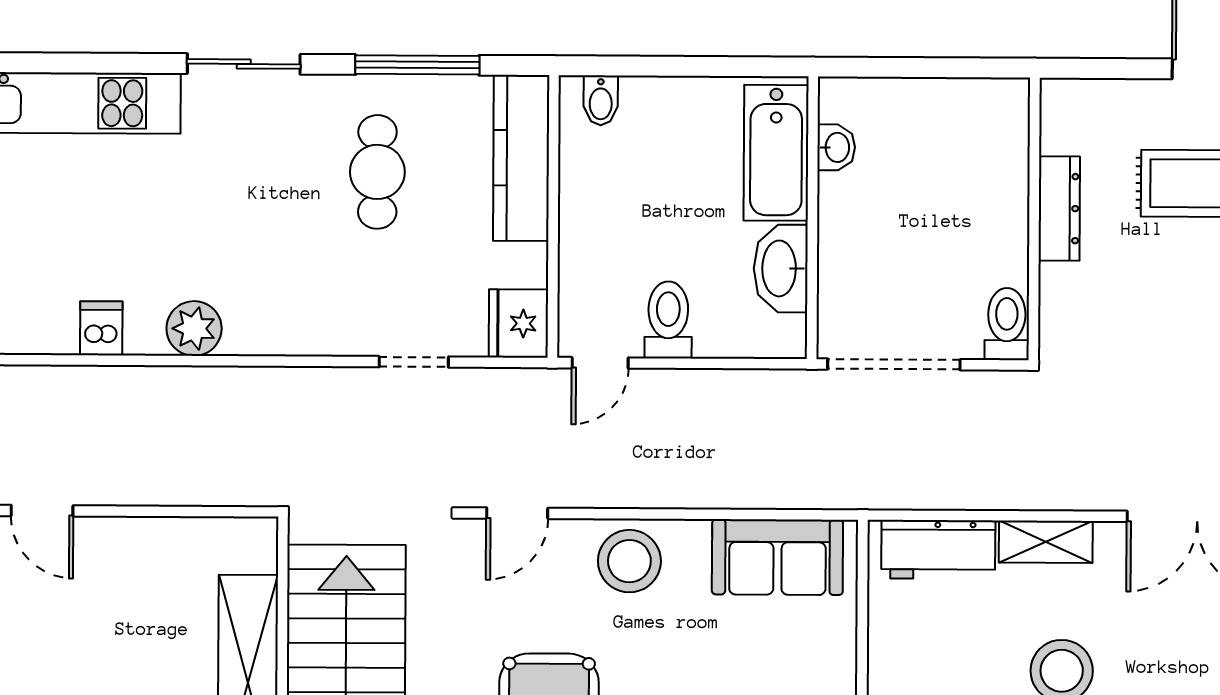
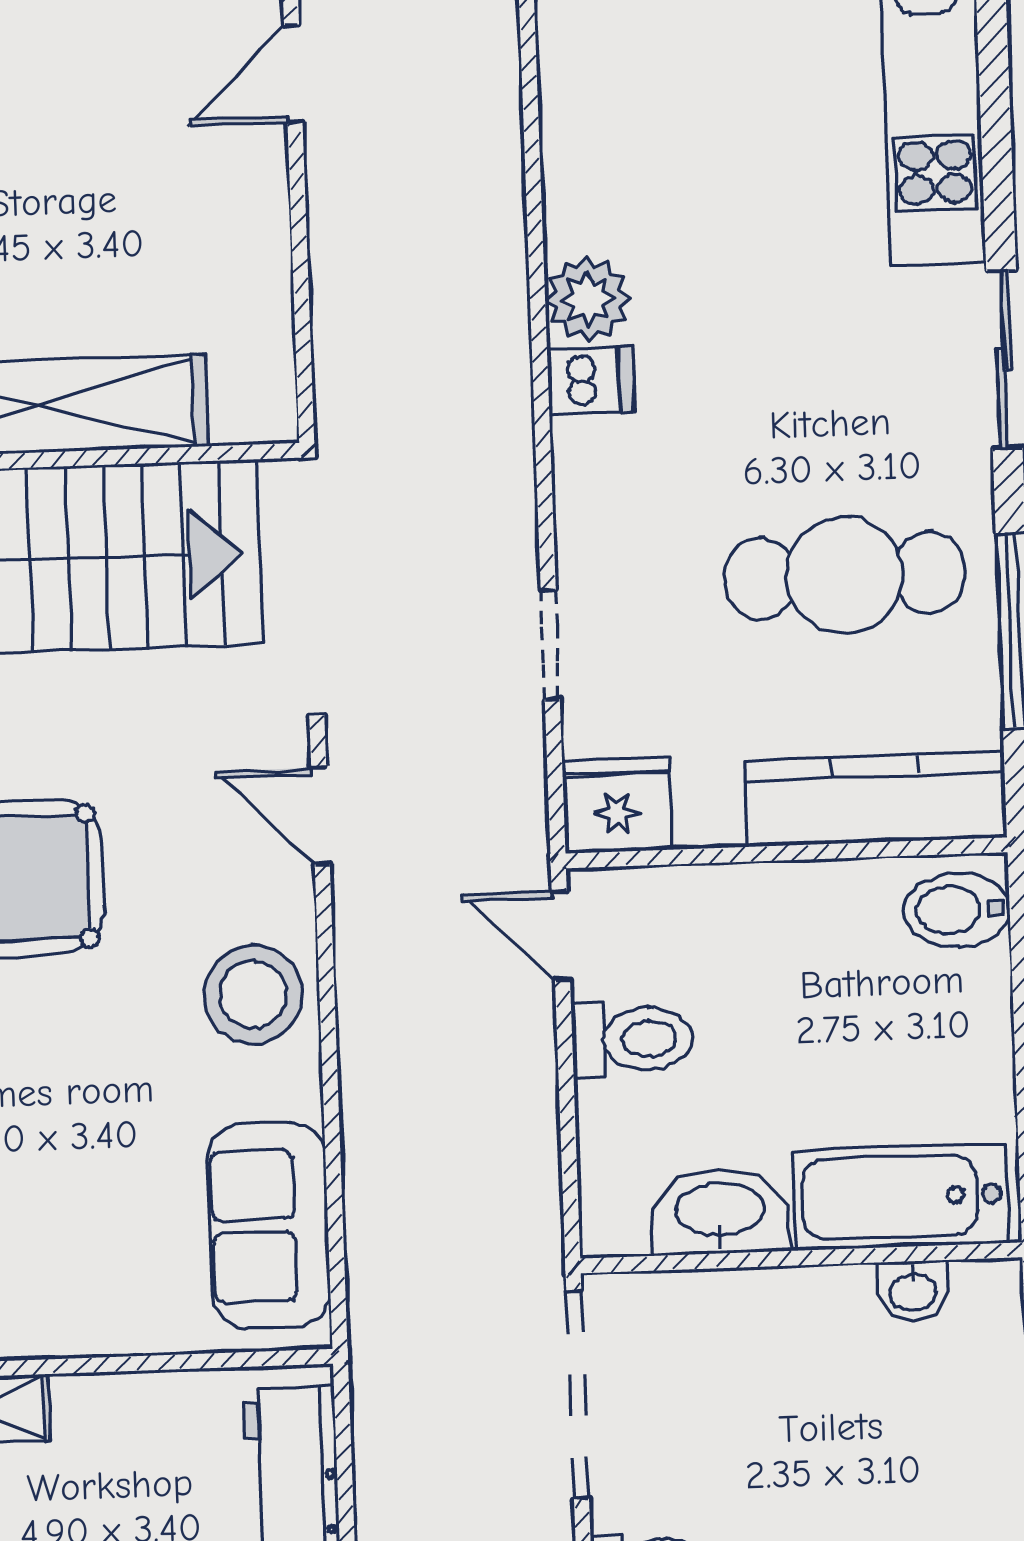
bidet: (601, 100) -> (956, 910), width x1.38, depth x1.36
cafe table: (377, 172) -> (844, 575), width x1.37, depth x1.35
dishwasher: (101, 328) -> (590, 381), moved

